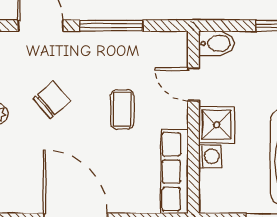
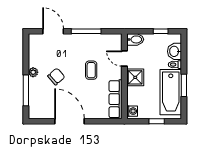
chair: (52, 100) -> (56, 77), moved
washing machine: (210, 156) -> (132, 111), moved

